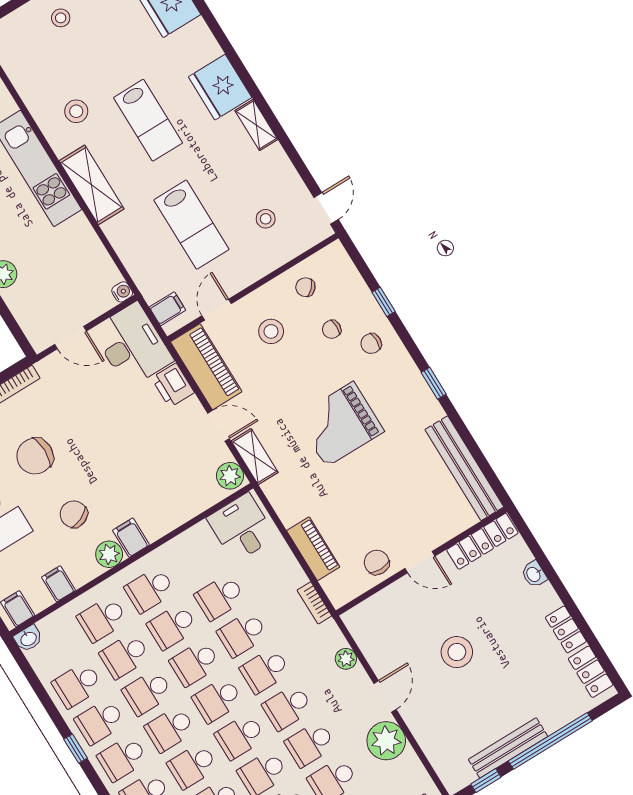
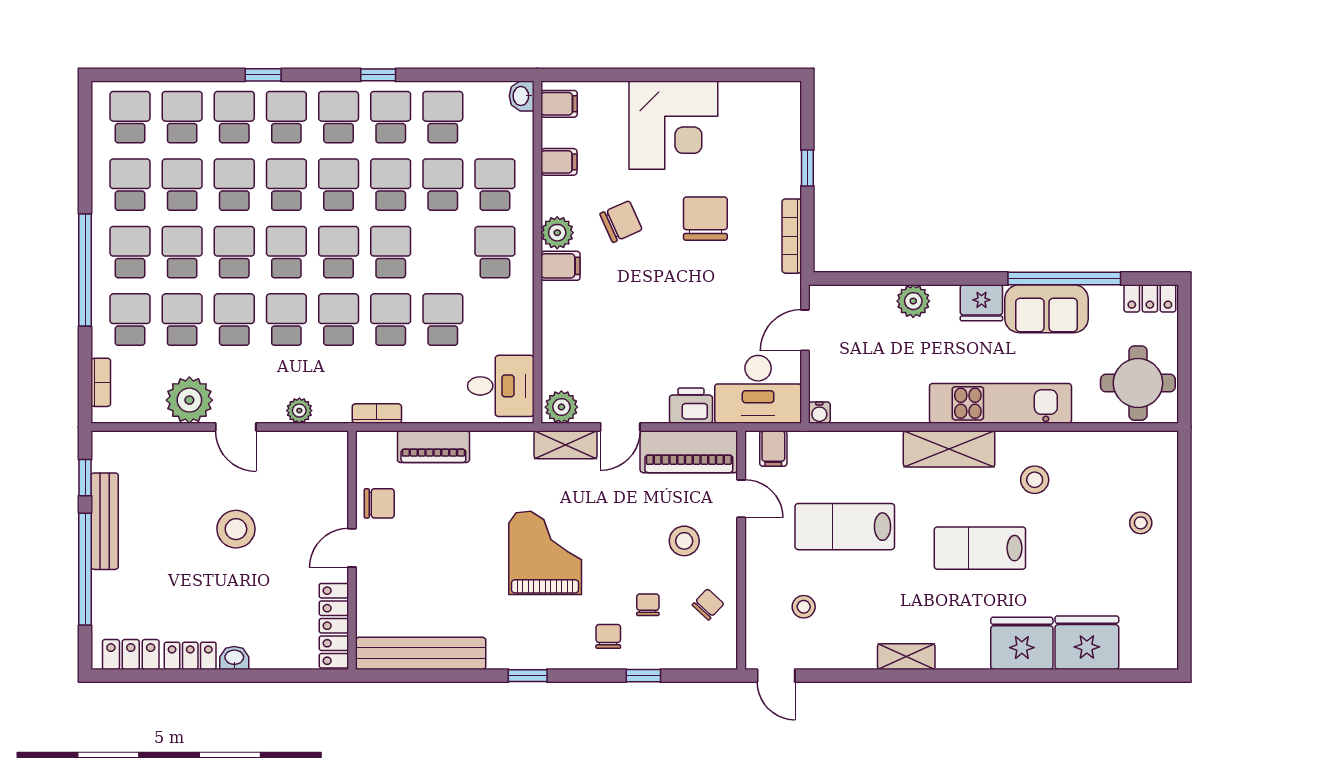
fridge: (220, 87) -> (1022, 643), moved
washbasin: (534, 574) -> (234, 658), moved
school desk: (172, 626) -> (443, 252), removed

